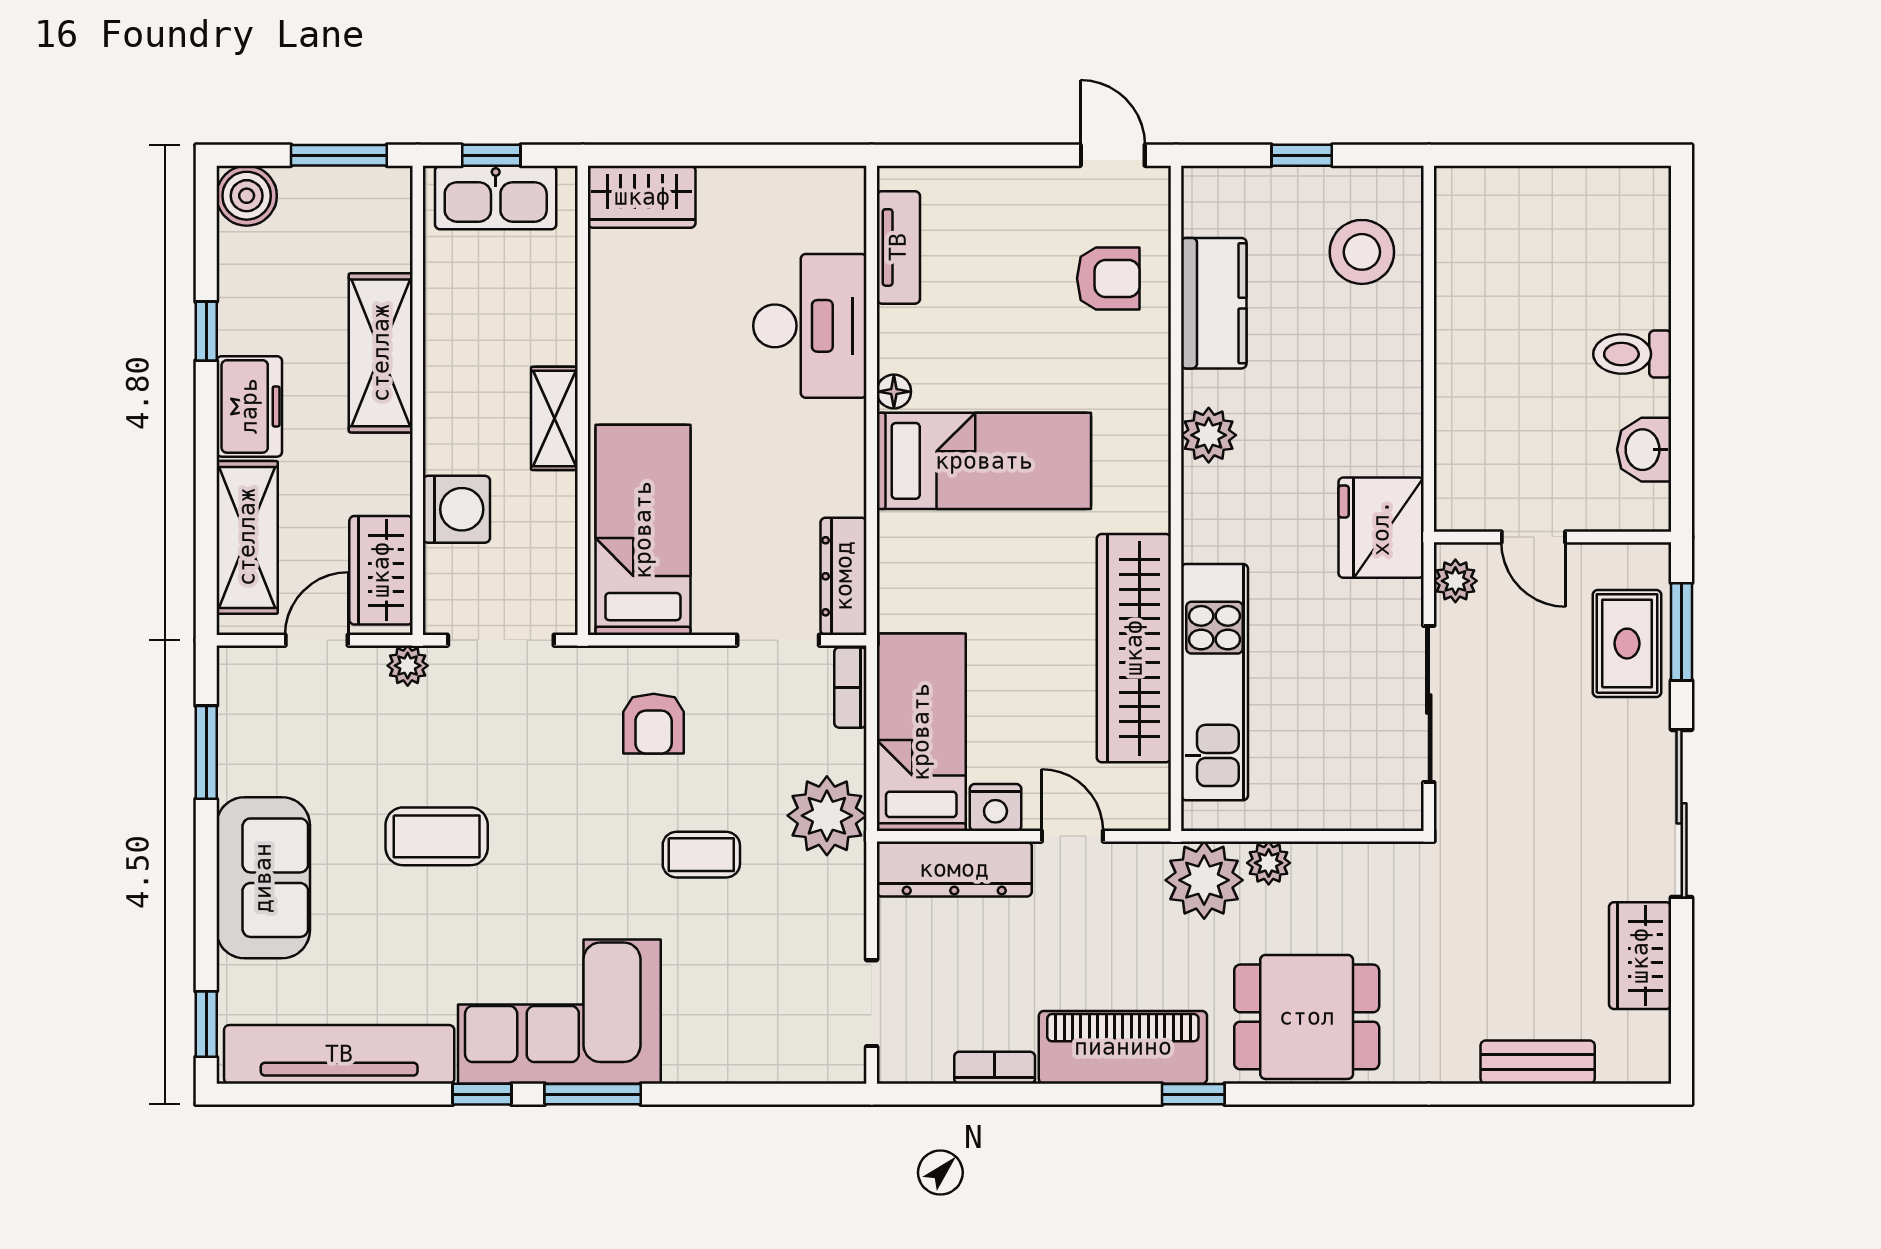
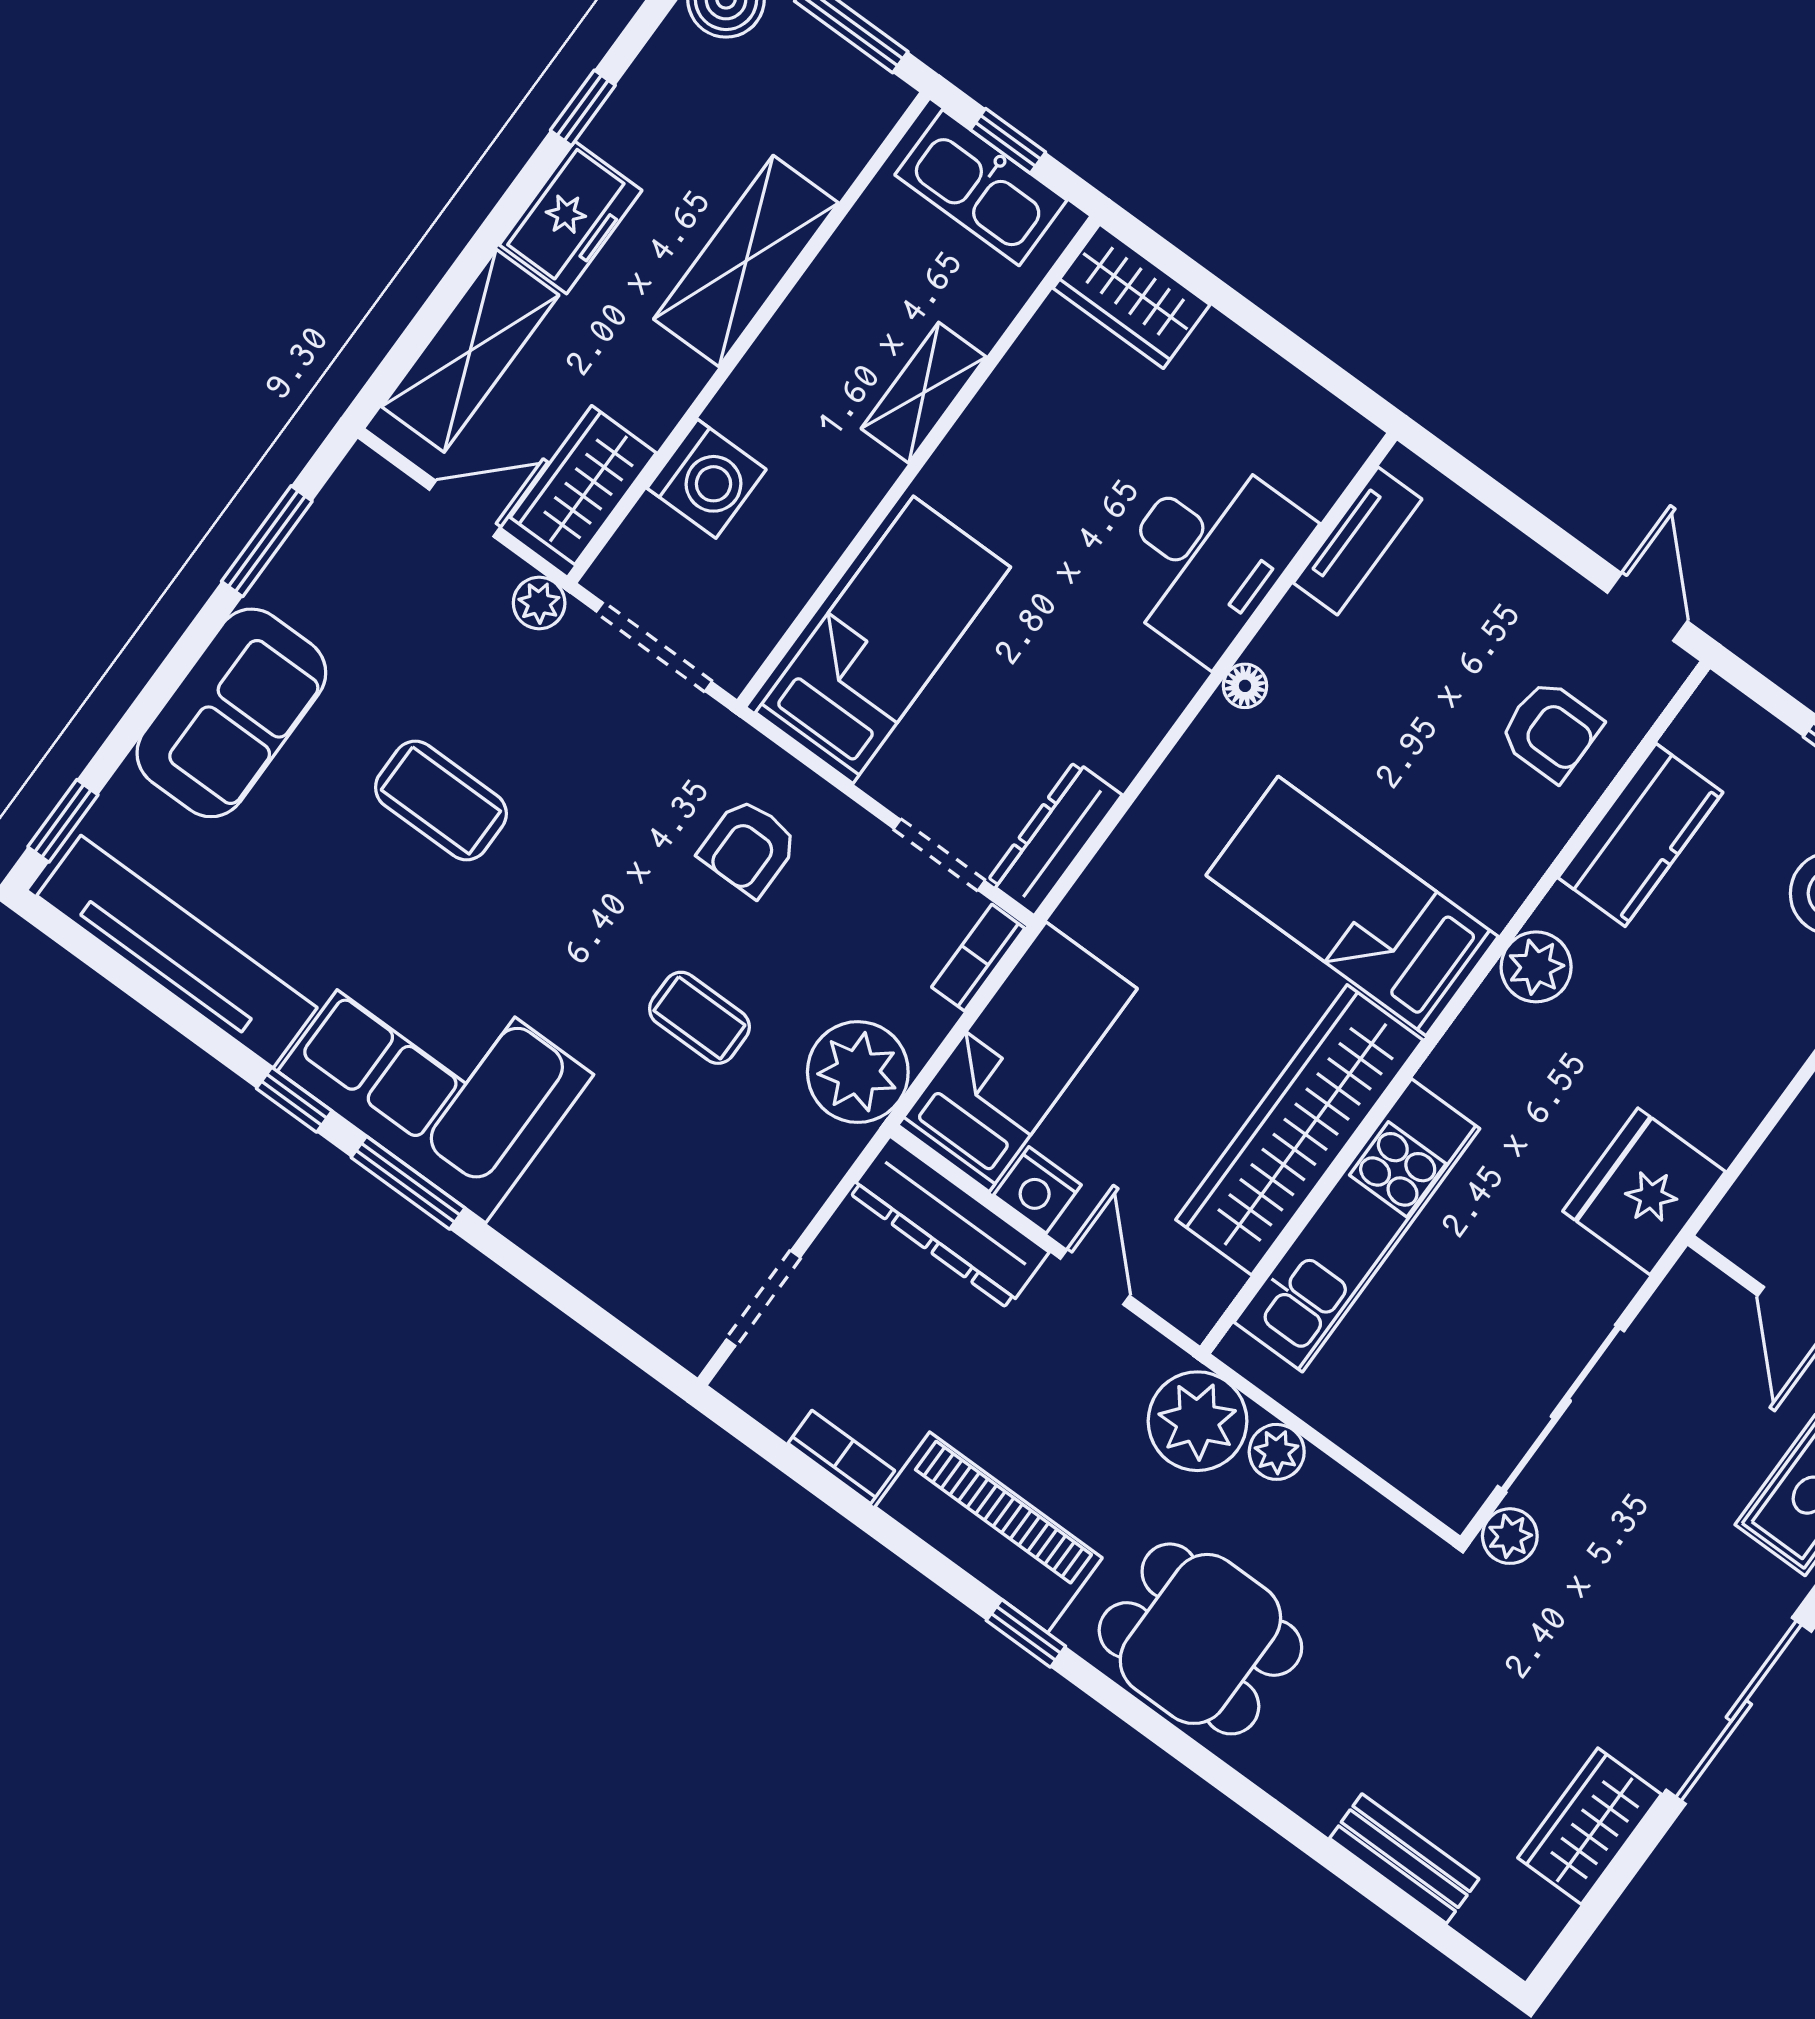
shelving: (554, 418) -> (924, 393), moved
bed: (984, 461) -> (1352, 906), moved, turned 180
plant: (1455, 581) -> (1510, 1536), moved

